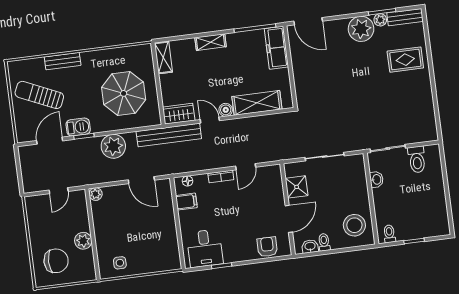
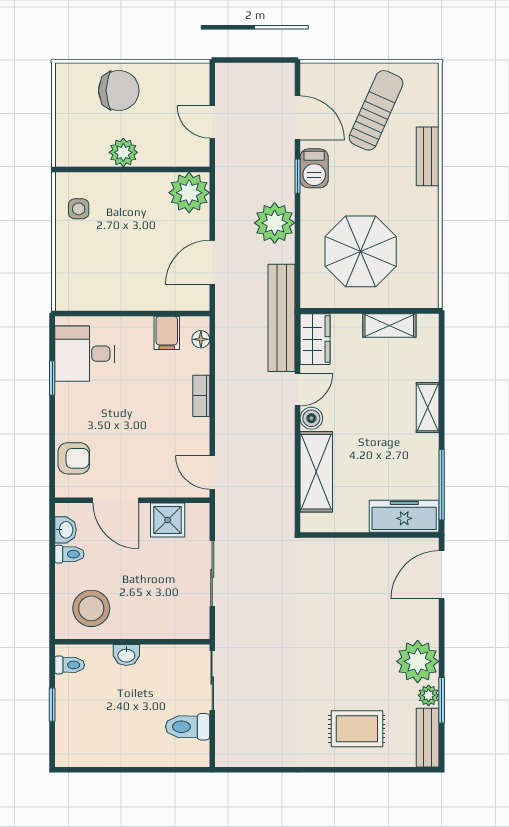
shelving: (163, 57) -> (389, 325), moved
rug: (405, 60) -> (357, 729), turned 90
door: (246, 167) -> (212, 472), moved
washbasin: (376, 179) -> (126, 655), moved
plant: (96, 194) -> (189, 193), width x1.87, depth x1.87
chair: (56, 261) -> (119, 90), moved, turned -90

